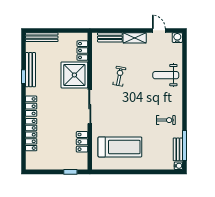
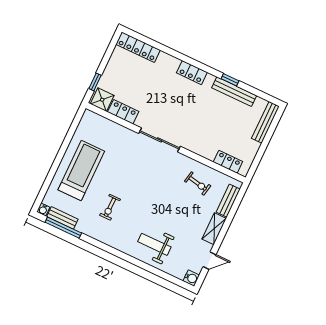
shower: (74, 75) -> (102, 100), moved, width x0.54, depth x0.54
weight bench: (166, 75) -> (154, 244), turned -90
exercise bike: (119, 76) -> (198, 183), moved
exercise bike: (166, 120) -> (110, 207), moved
locker: (31, 135) -> (138, 47), moved
treadmill: (120, 147) -> (81, 171), moved, turned 180

